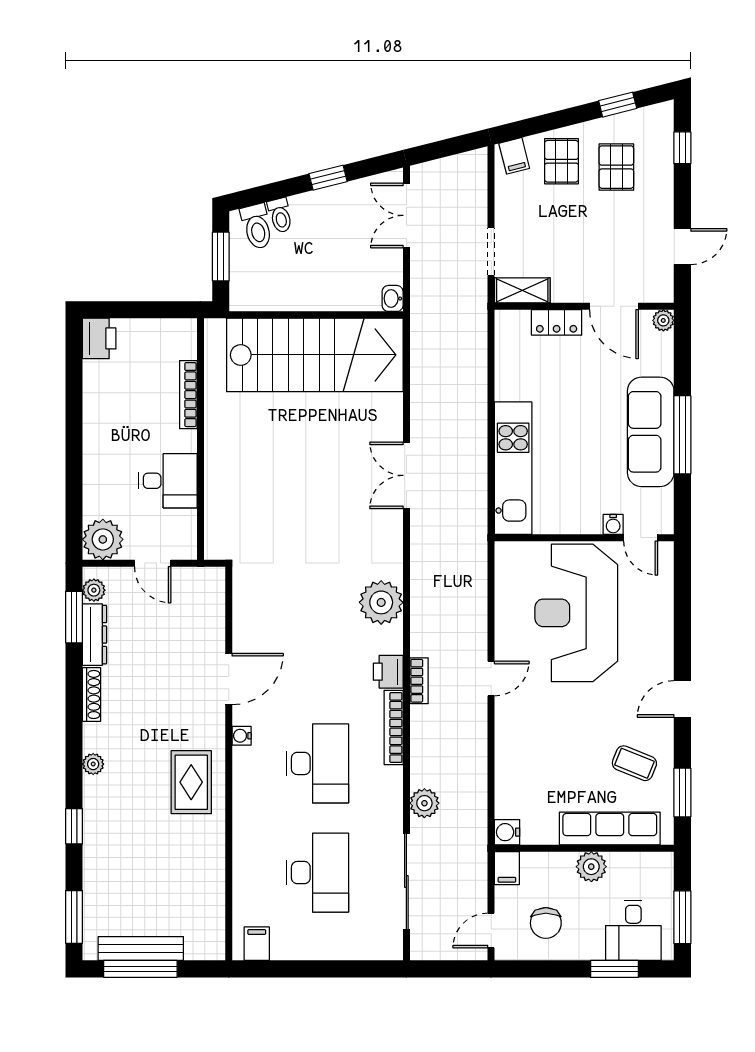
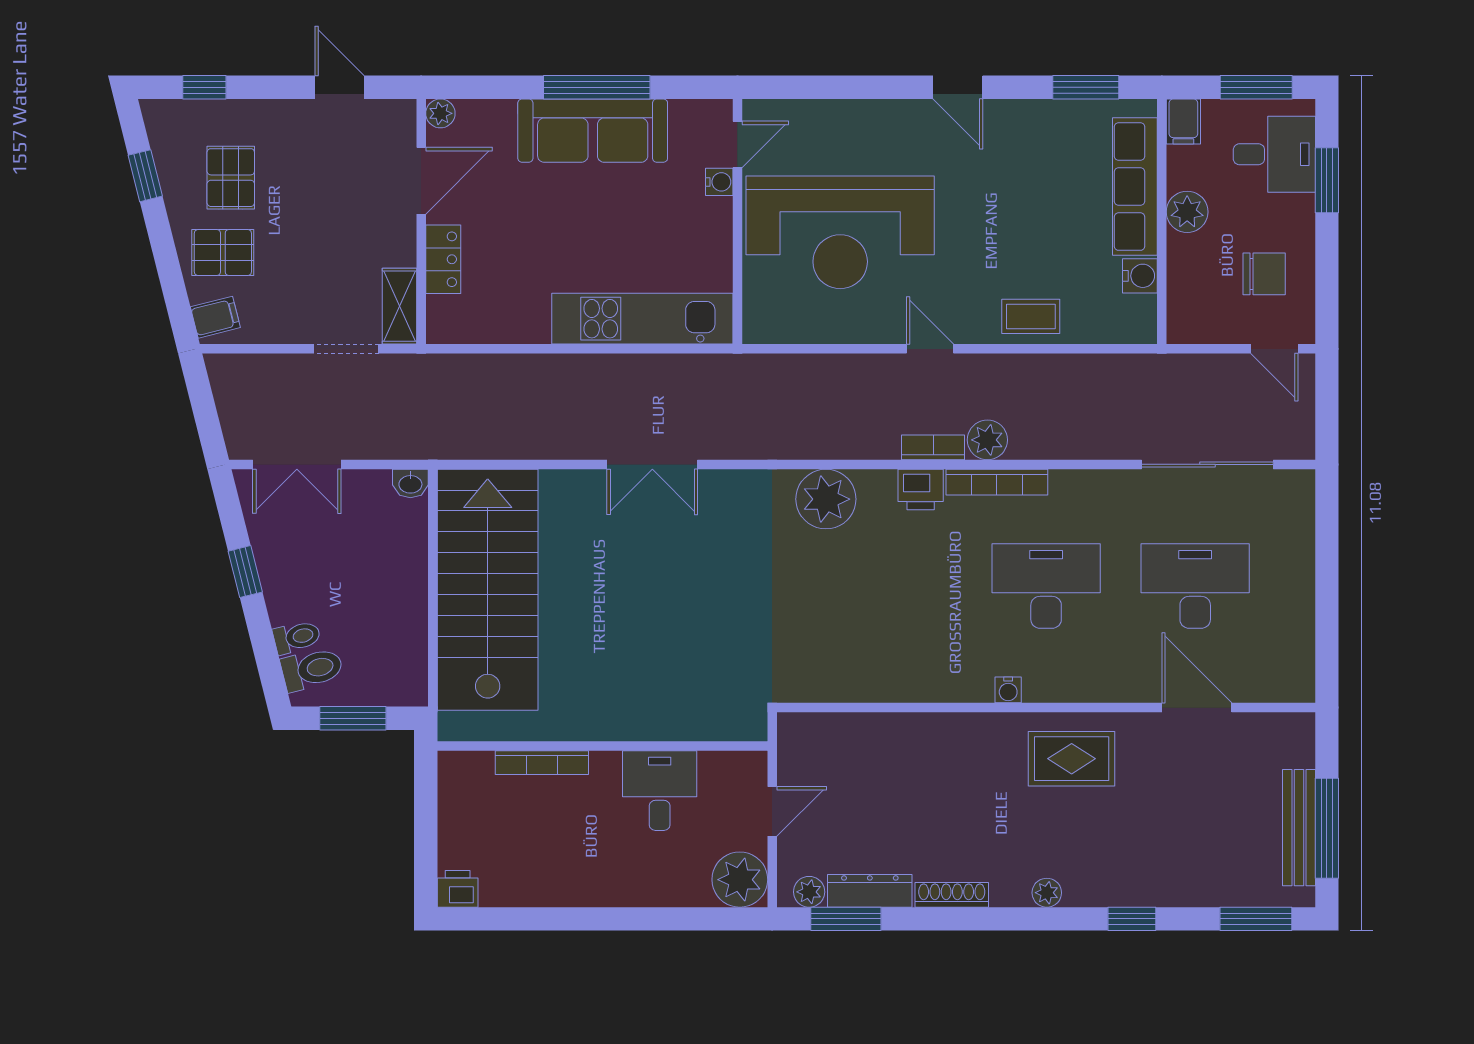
pallet: (616, 167) -> (231, 178), turned 90
printer: (99, 338) -> (458, 889), width x0.73, depth x0.81
door: (229, 679) -> (1197, 708), moved
coffee table: (634, 763) -> (1031, 316), moved, turned 68
plant: (424, 803) -> (987, 440), moved
water cooler: (507, 832) -> (1140, 276), moved, turned -90
filing cabinet: (507, 868) -> (1183, 121), moved, turned 90
filing cabinet: (257, 944) -> (1292, 669), removed

